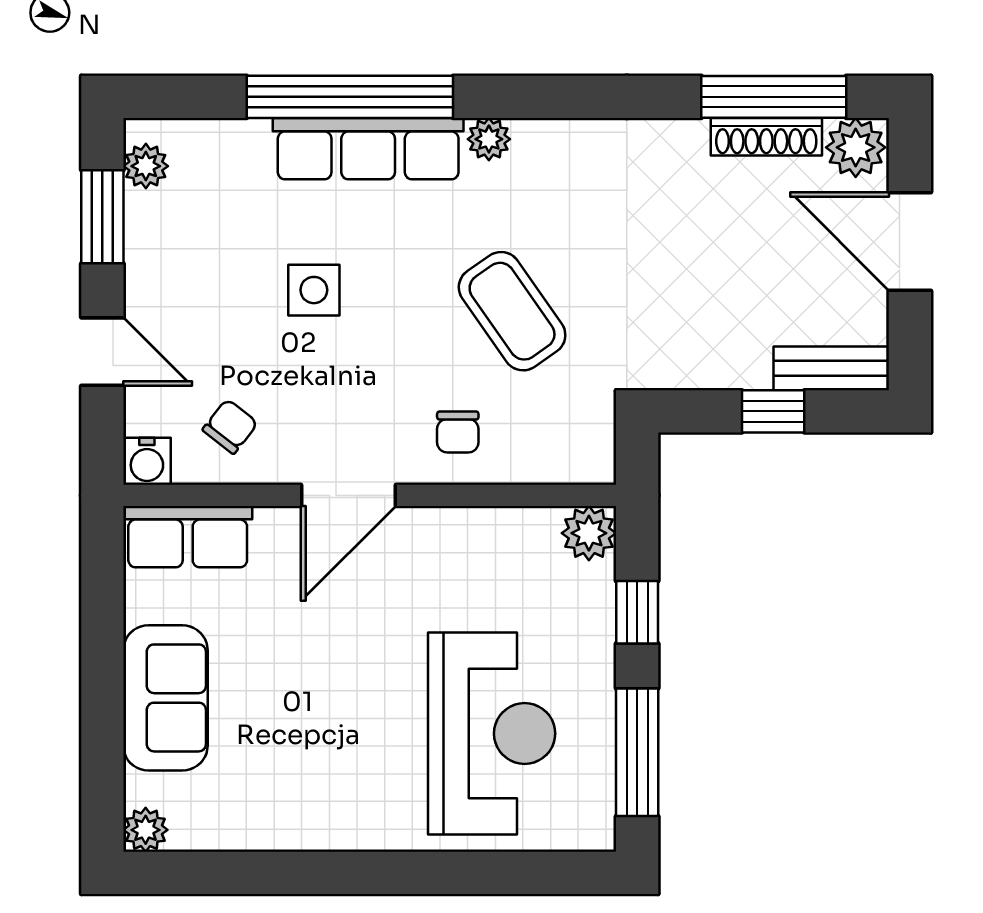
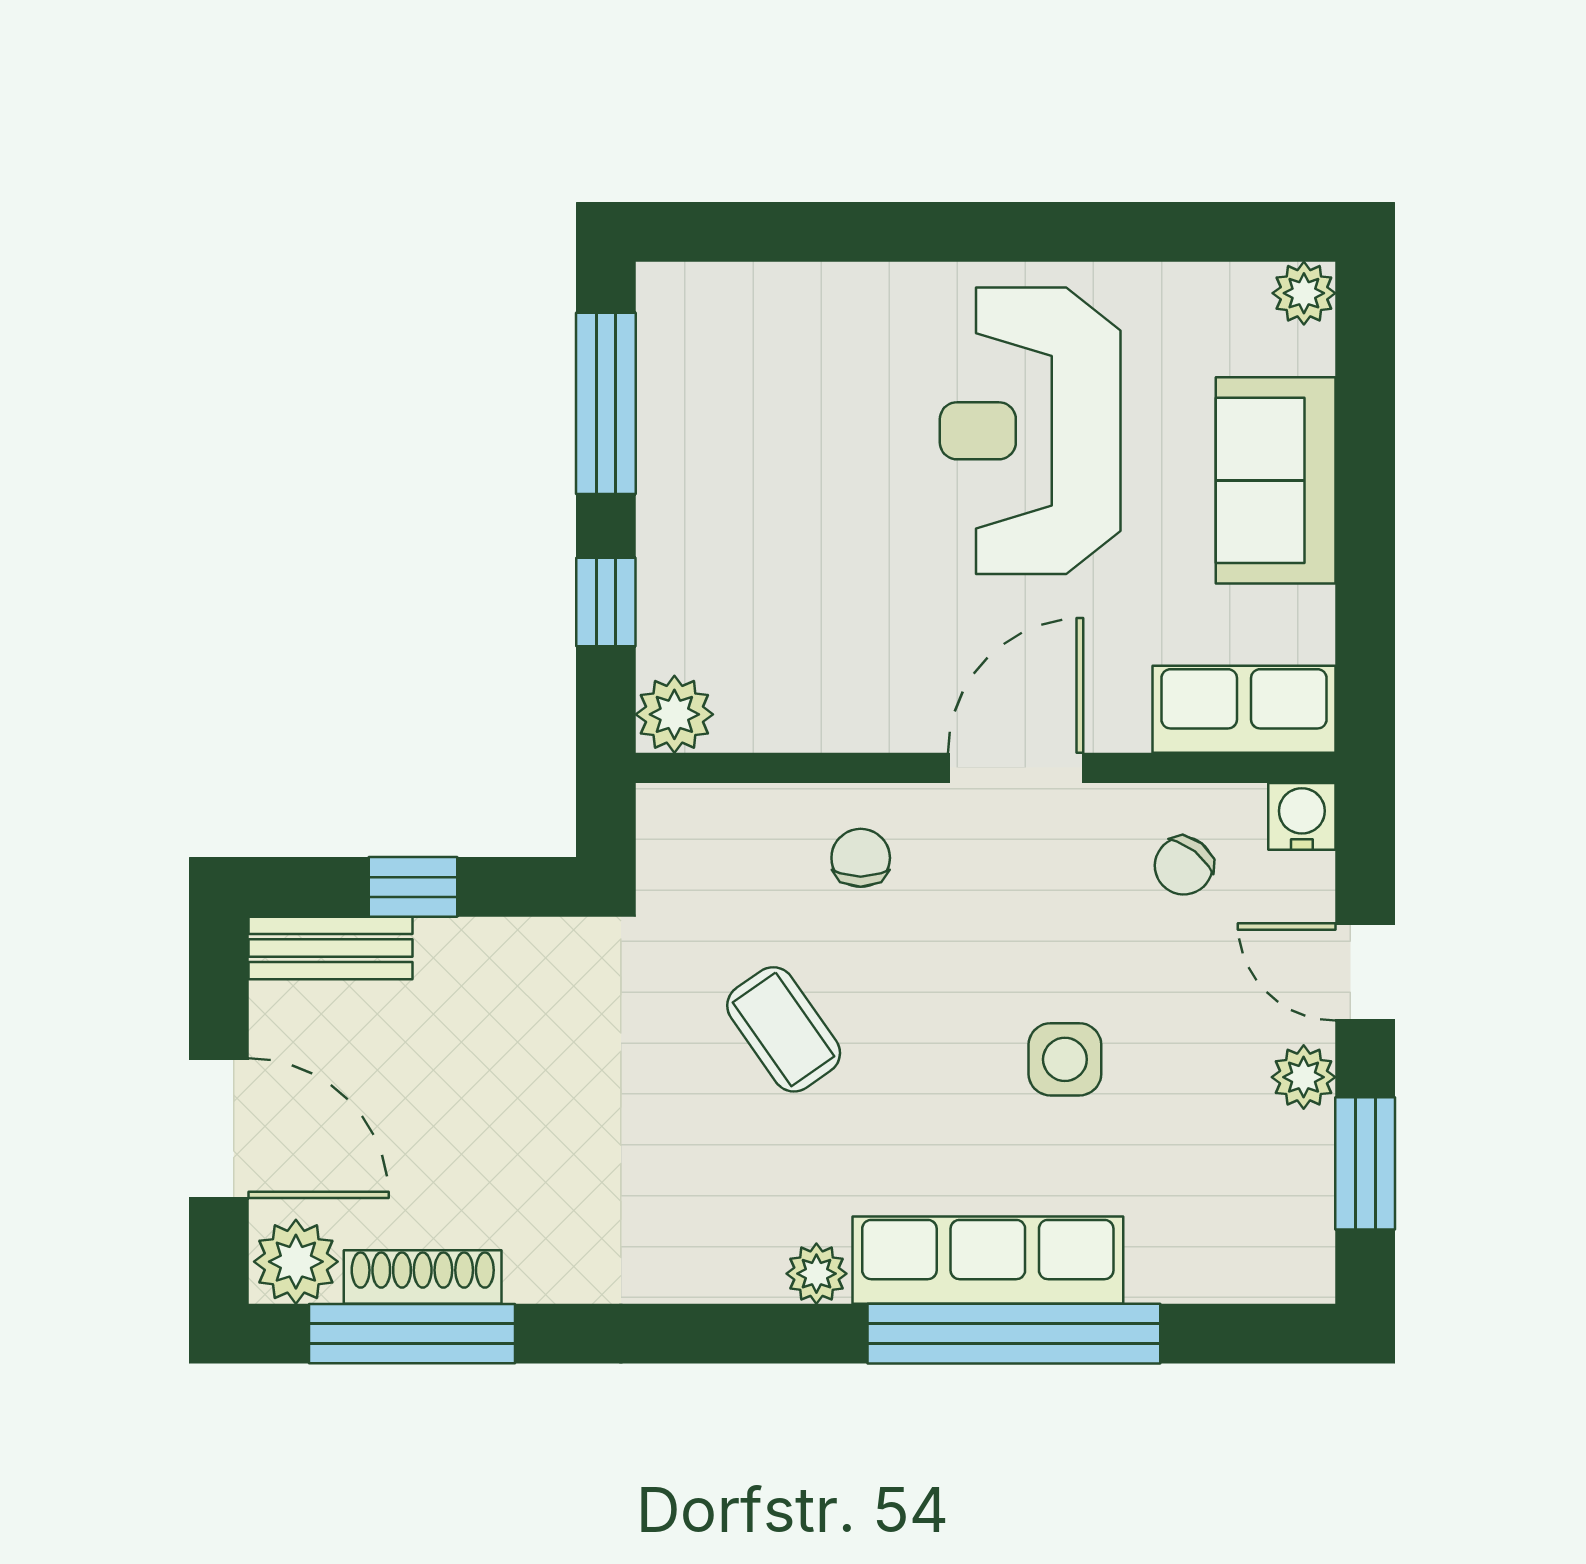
plant: (146, 166) -> (1304, 1077), moved
coffee table: (512, 311) -> (784, 1029), width x0.73, depth x0.77
reception desk: (492, 734) -> (1030, 431), moved

